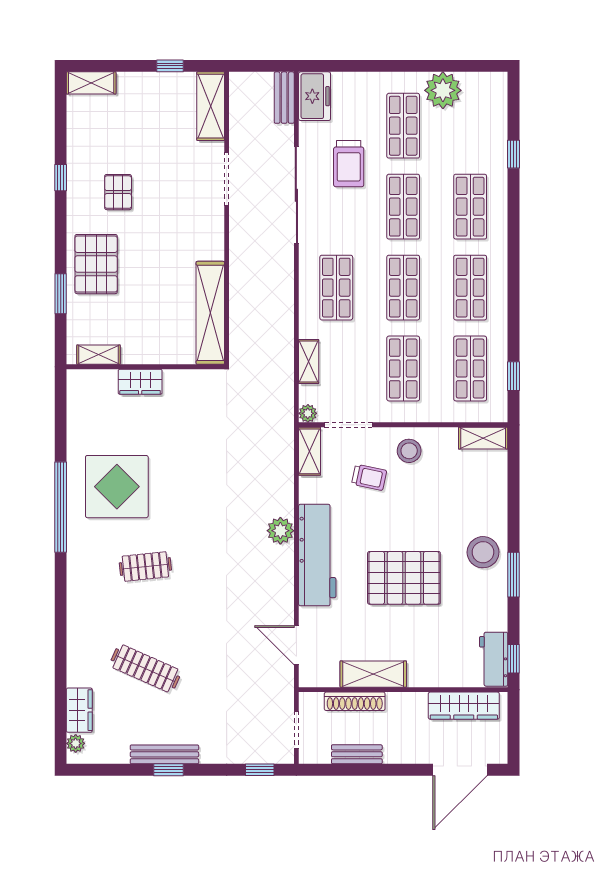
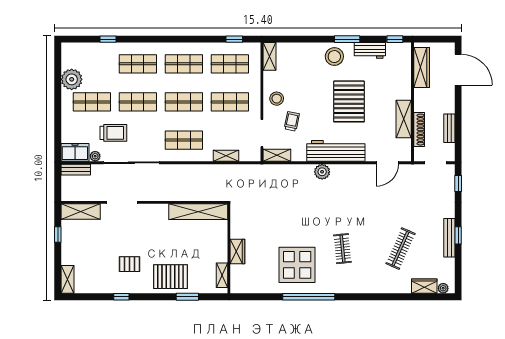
plant: (308, 413) -> (95, 156), moved
workbench: (494, 659) -> (370, 50), moved

